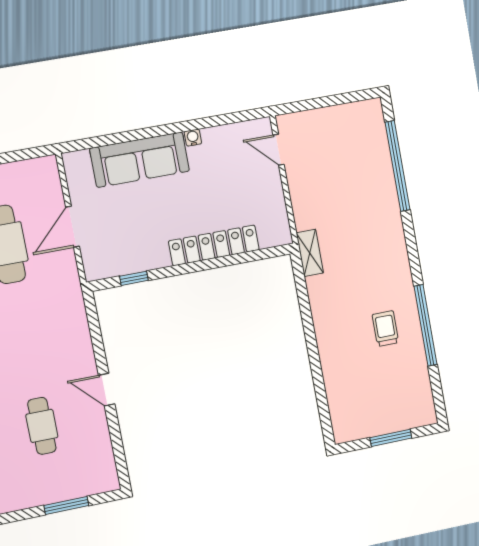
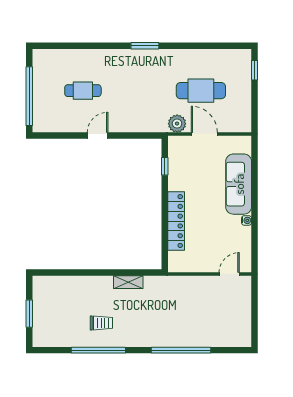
window: (398, 166) -> (181, 350), moved
shelving: (310, 253) -> (128, 282), moved
plant: (65, 272) -> (177, 124), added
window: (66, 505) -> (29, 96), width x2.11

